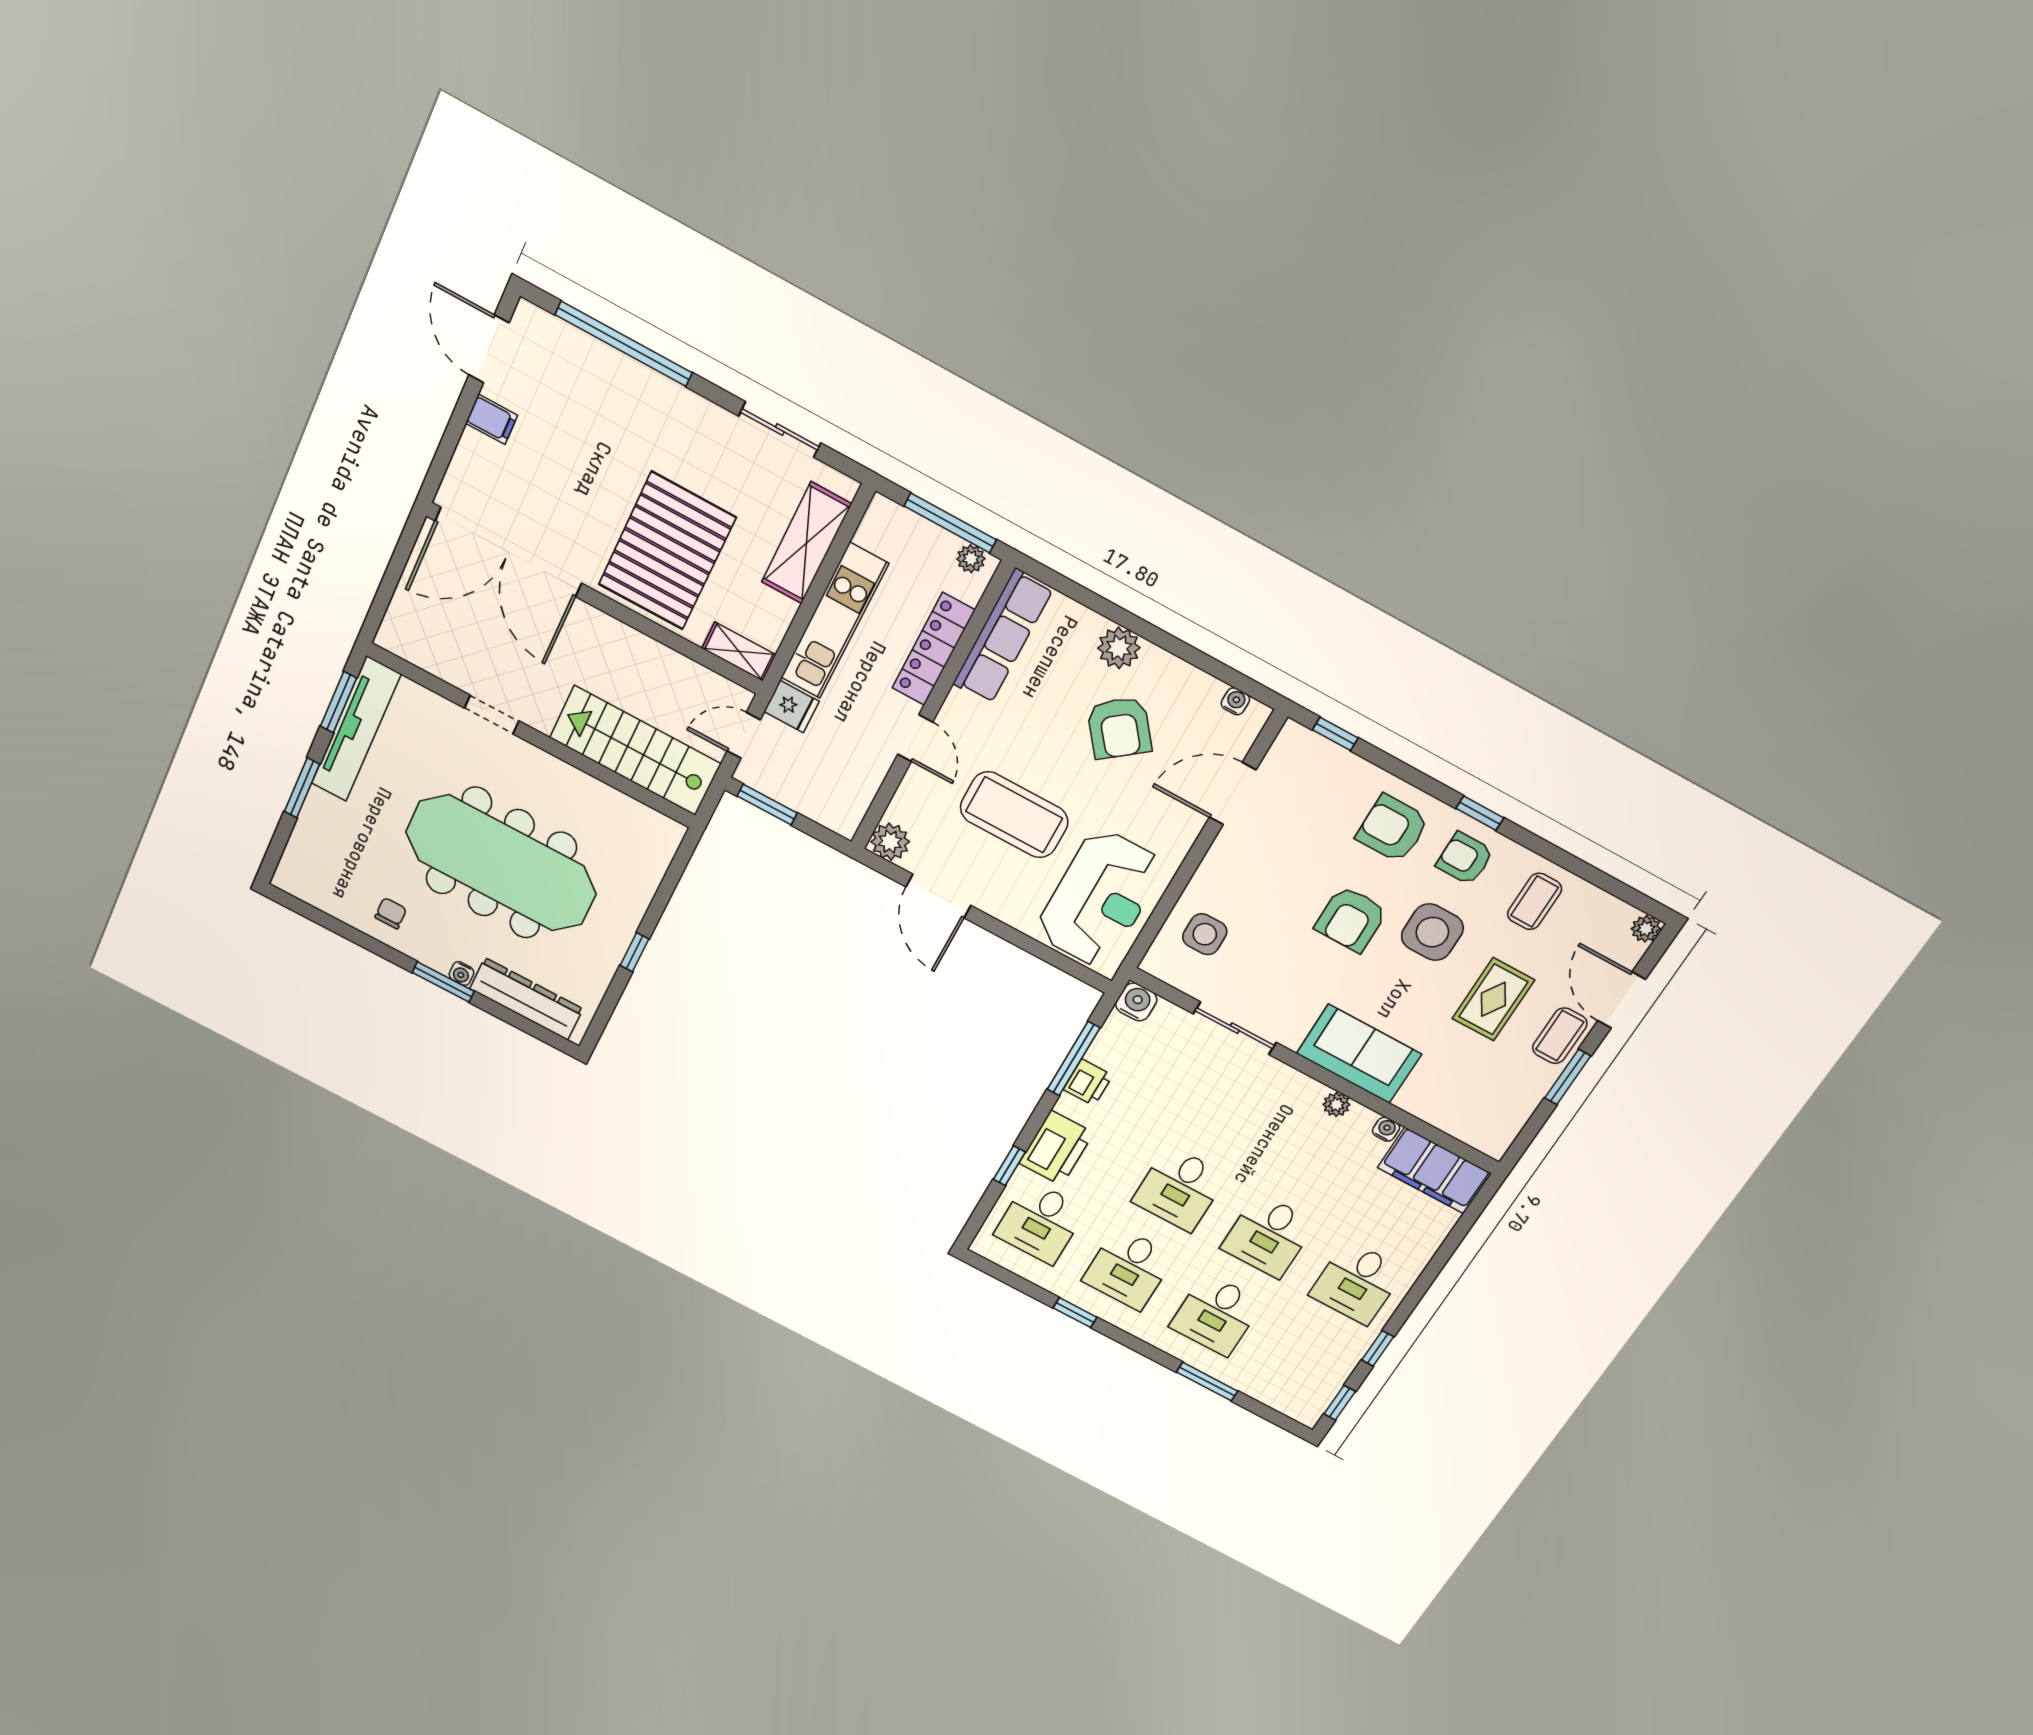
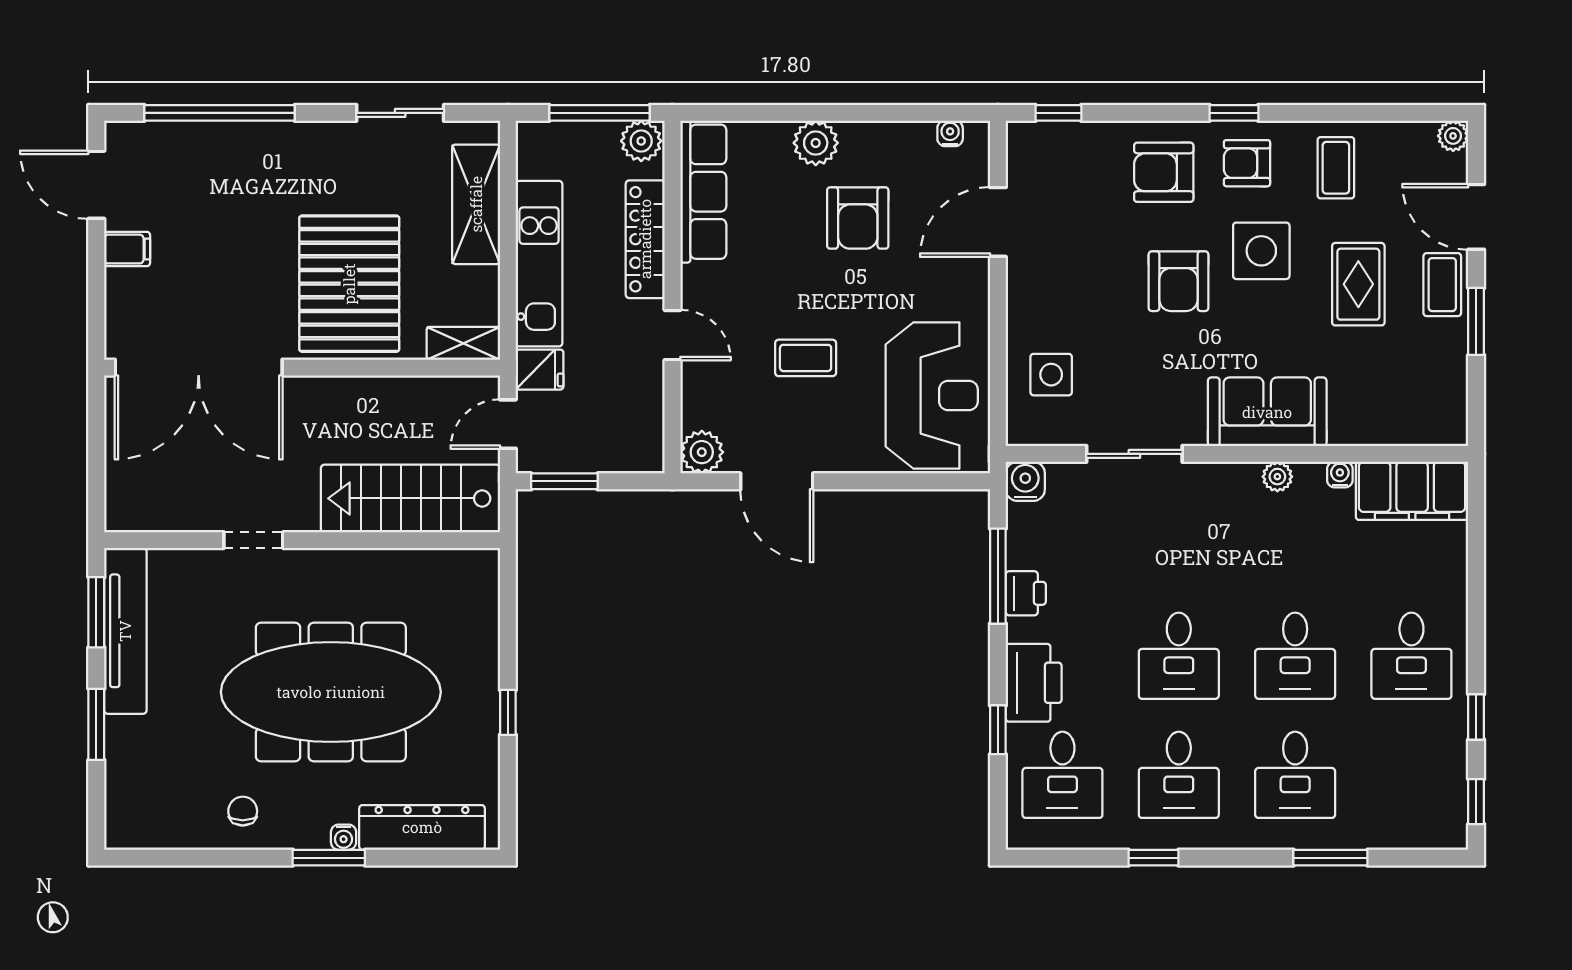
plant: (971, 559) -> (641, 141), width x1.38, depth x1.38
armchair: (1119, 728) -> (858, 218), turned 38
coffee table: (1014, 815) -> (806, 358), width x0.54, depth x0.58

